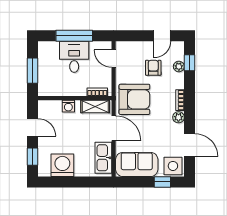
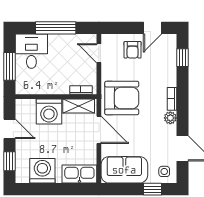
desk: (74, 57) -> (31, 51), moved
plant: (179, 66) -> (171, 62), removed
armchair: (153, 68) -> (133, 50), moved, turned 180
washing machine: (68, 106) -> (49, 112), width x1.89, depth x1.89
kitchen sink: (103, 158) -> (79, 174), moved, turned 90
side table: (173, 166) -> (164, 171), width x0.54, depth x0.54

